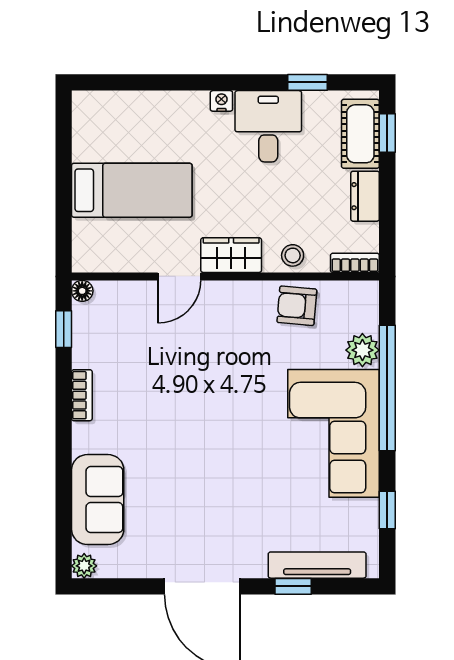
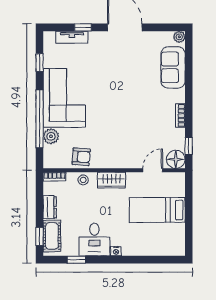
door: (179, 276) -> (153, 170), moved
floor lamp: (82, 291) -> (176, 159), width x1.89, depth x1.89
tv unit: (317, 565) -> (72, 37), width x0.71

